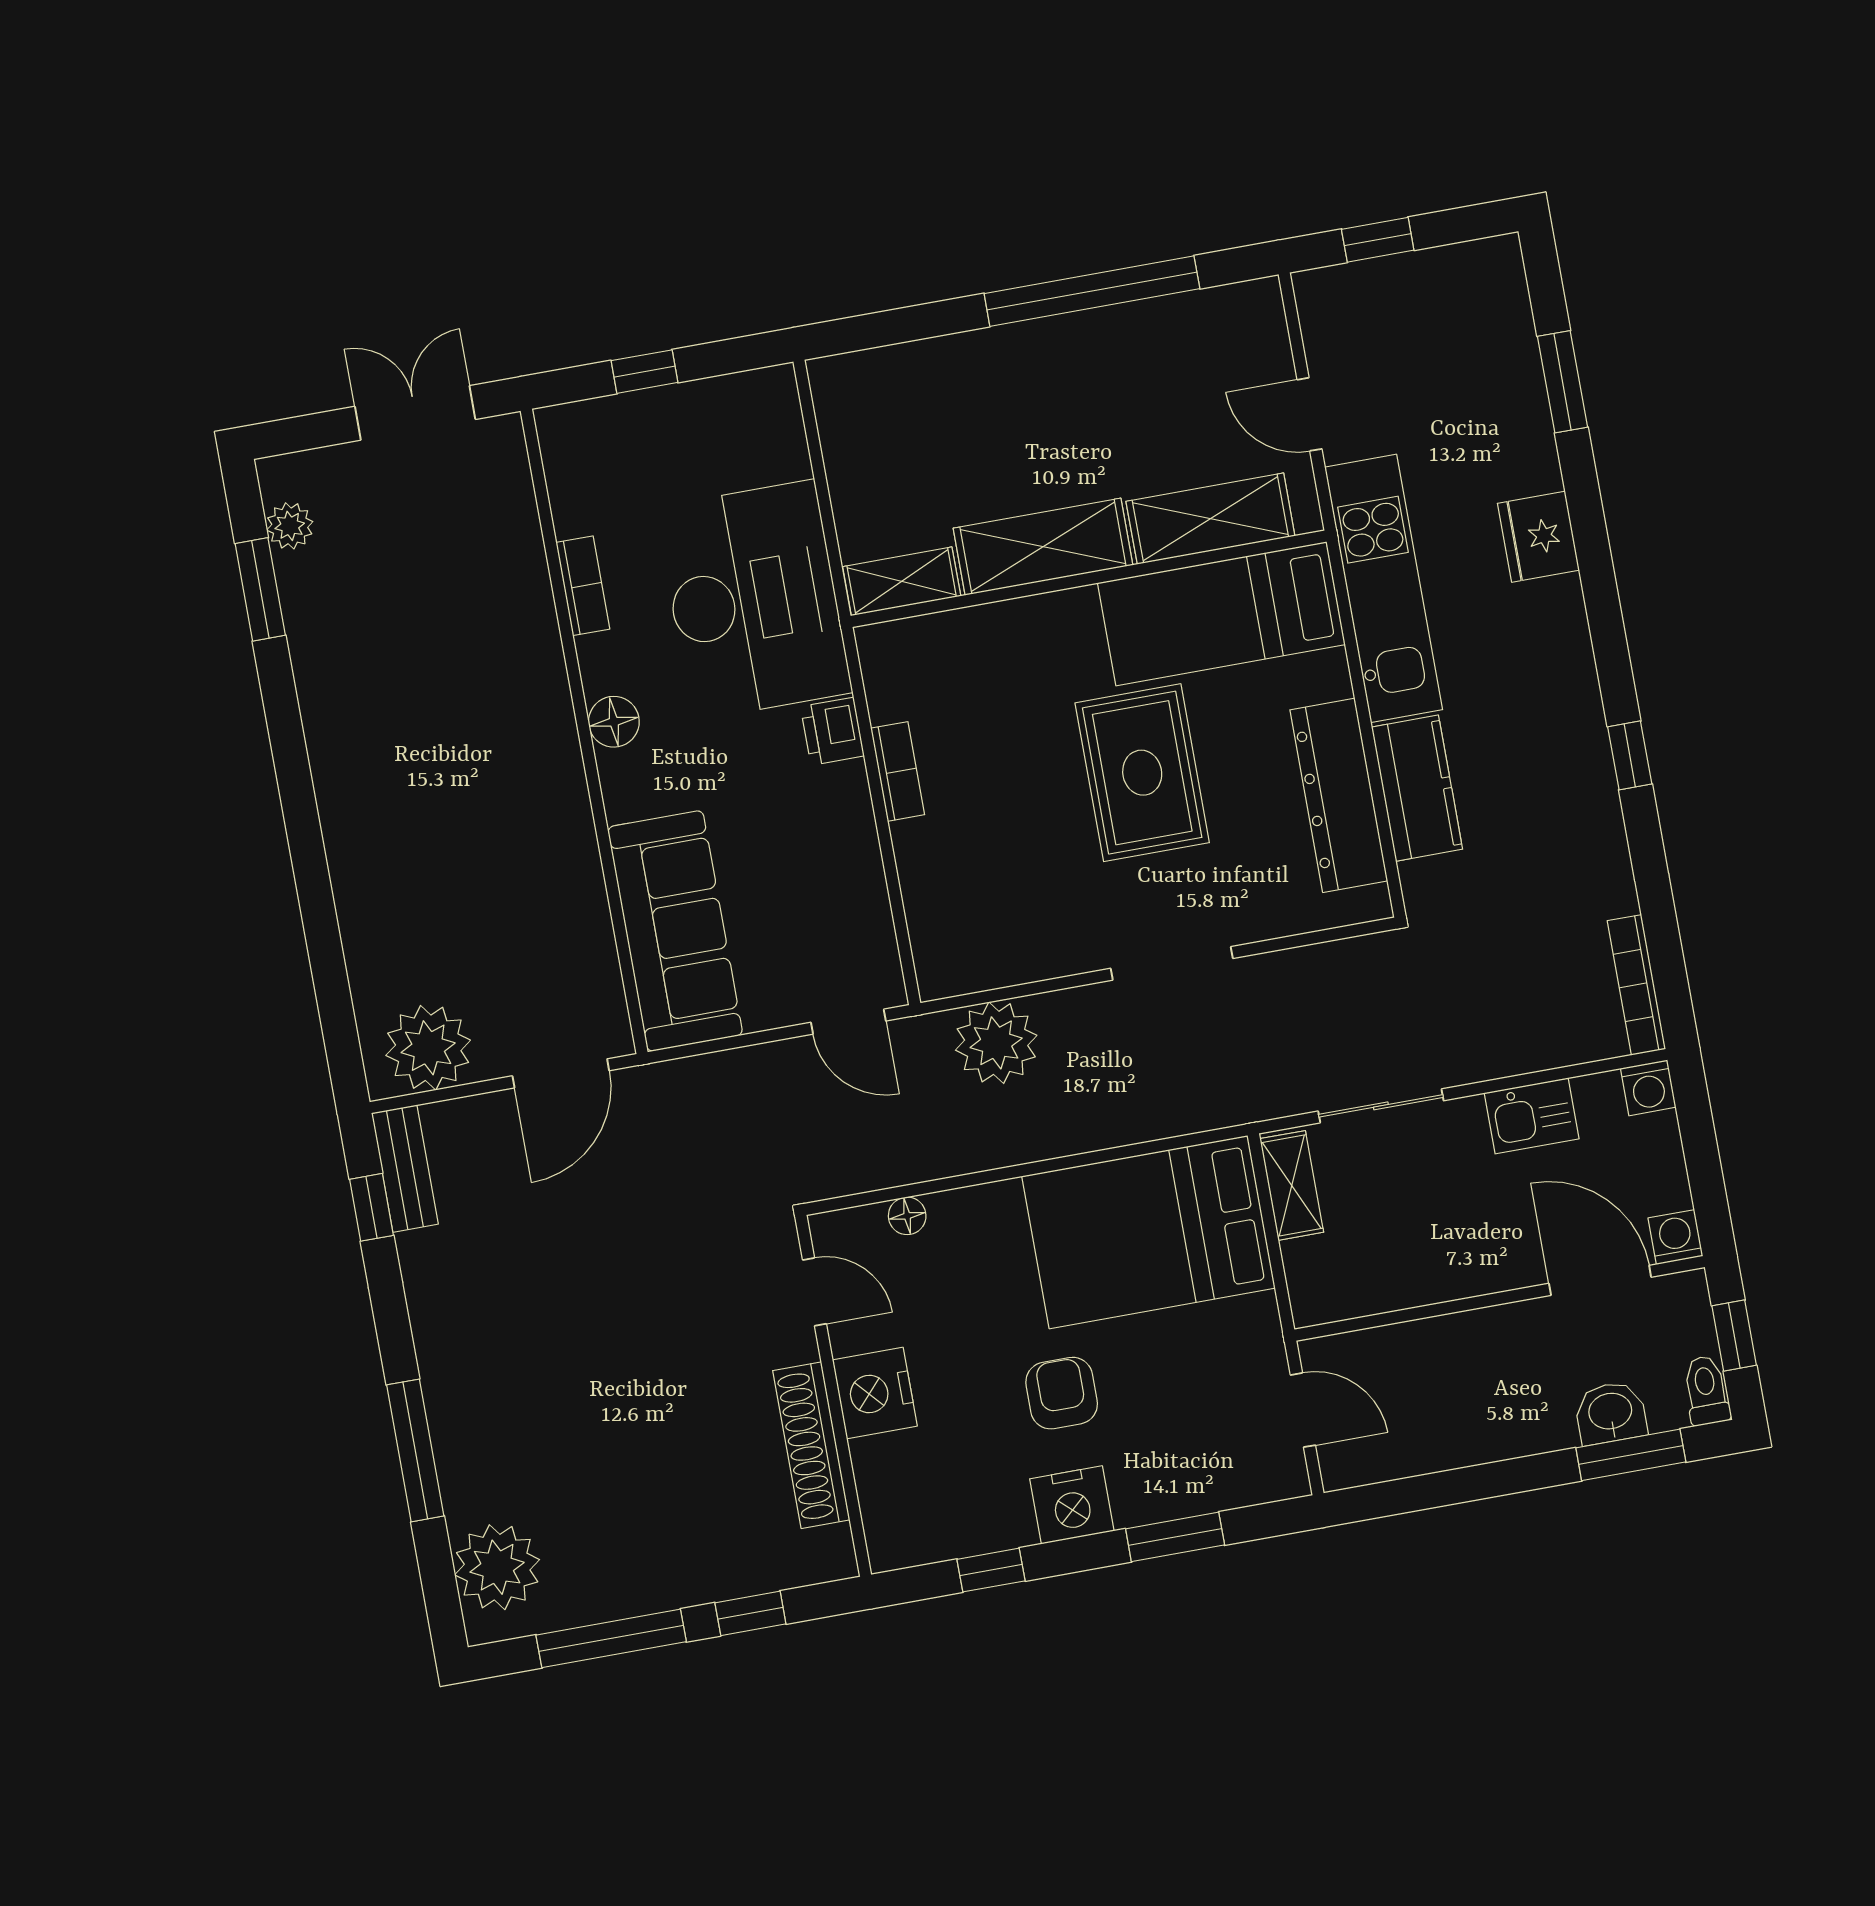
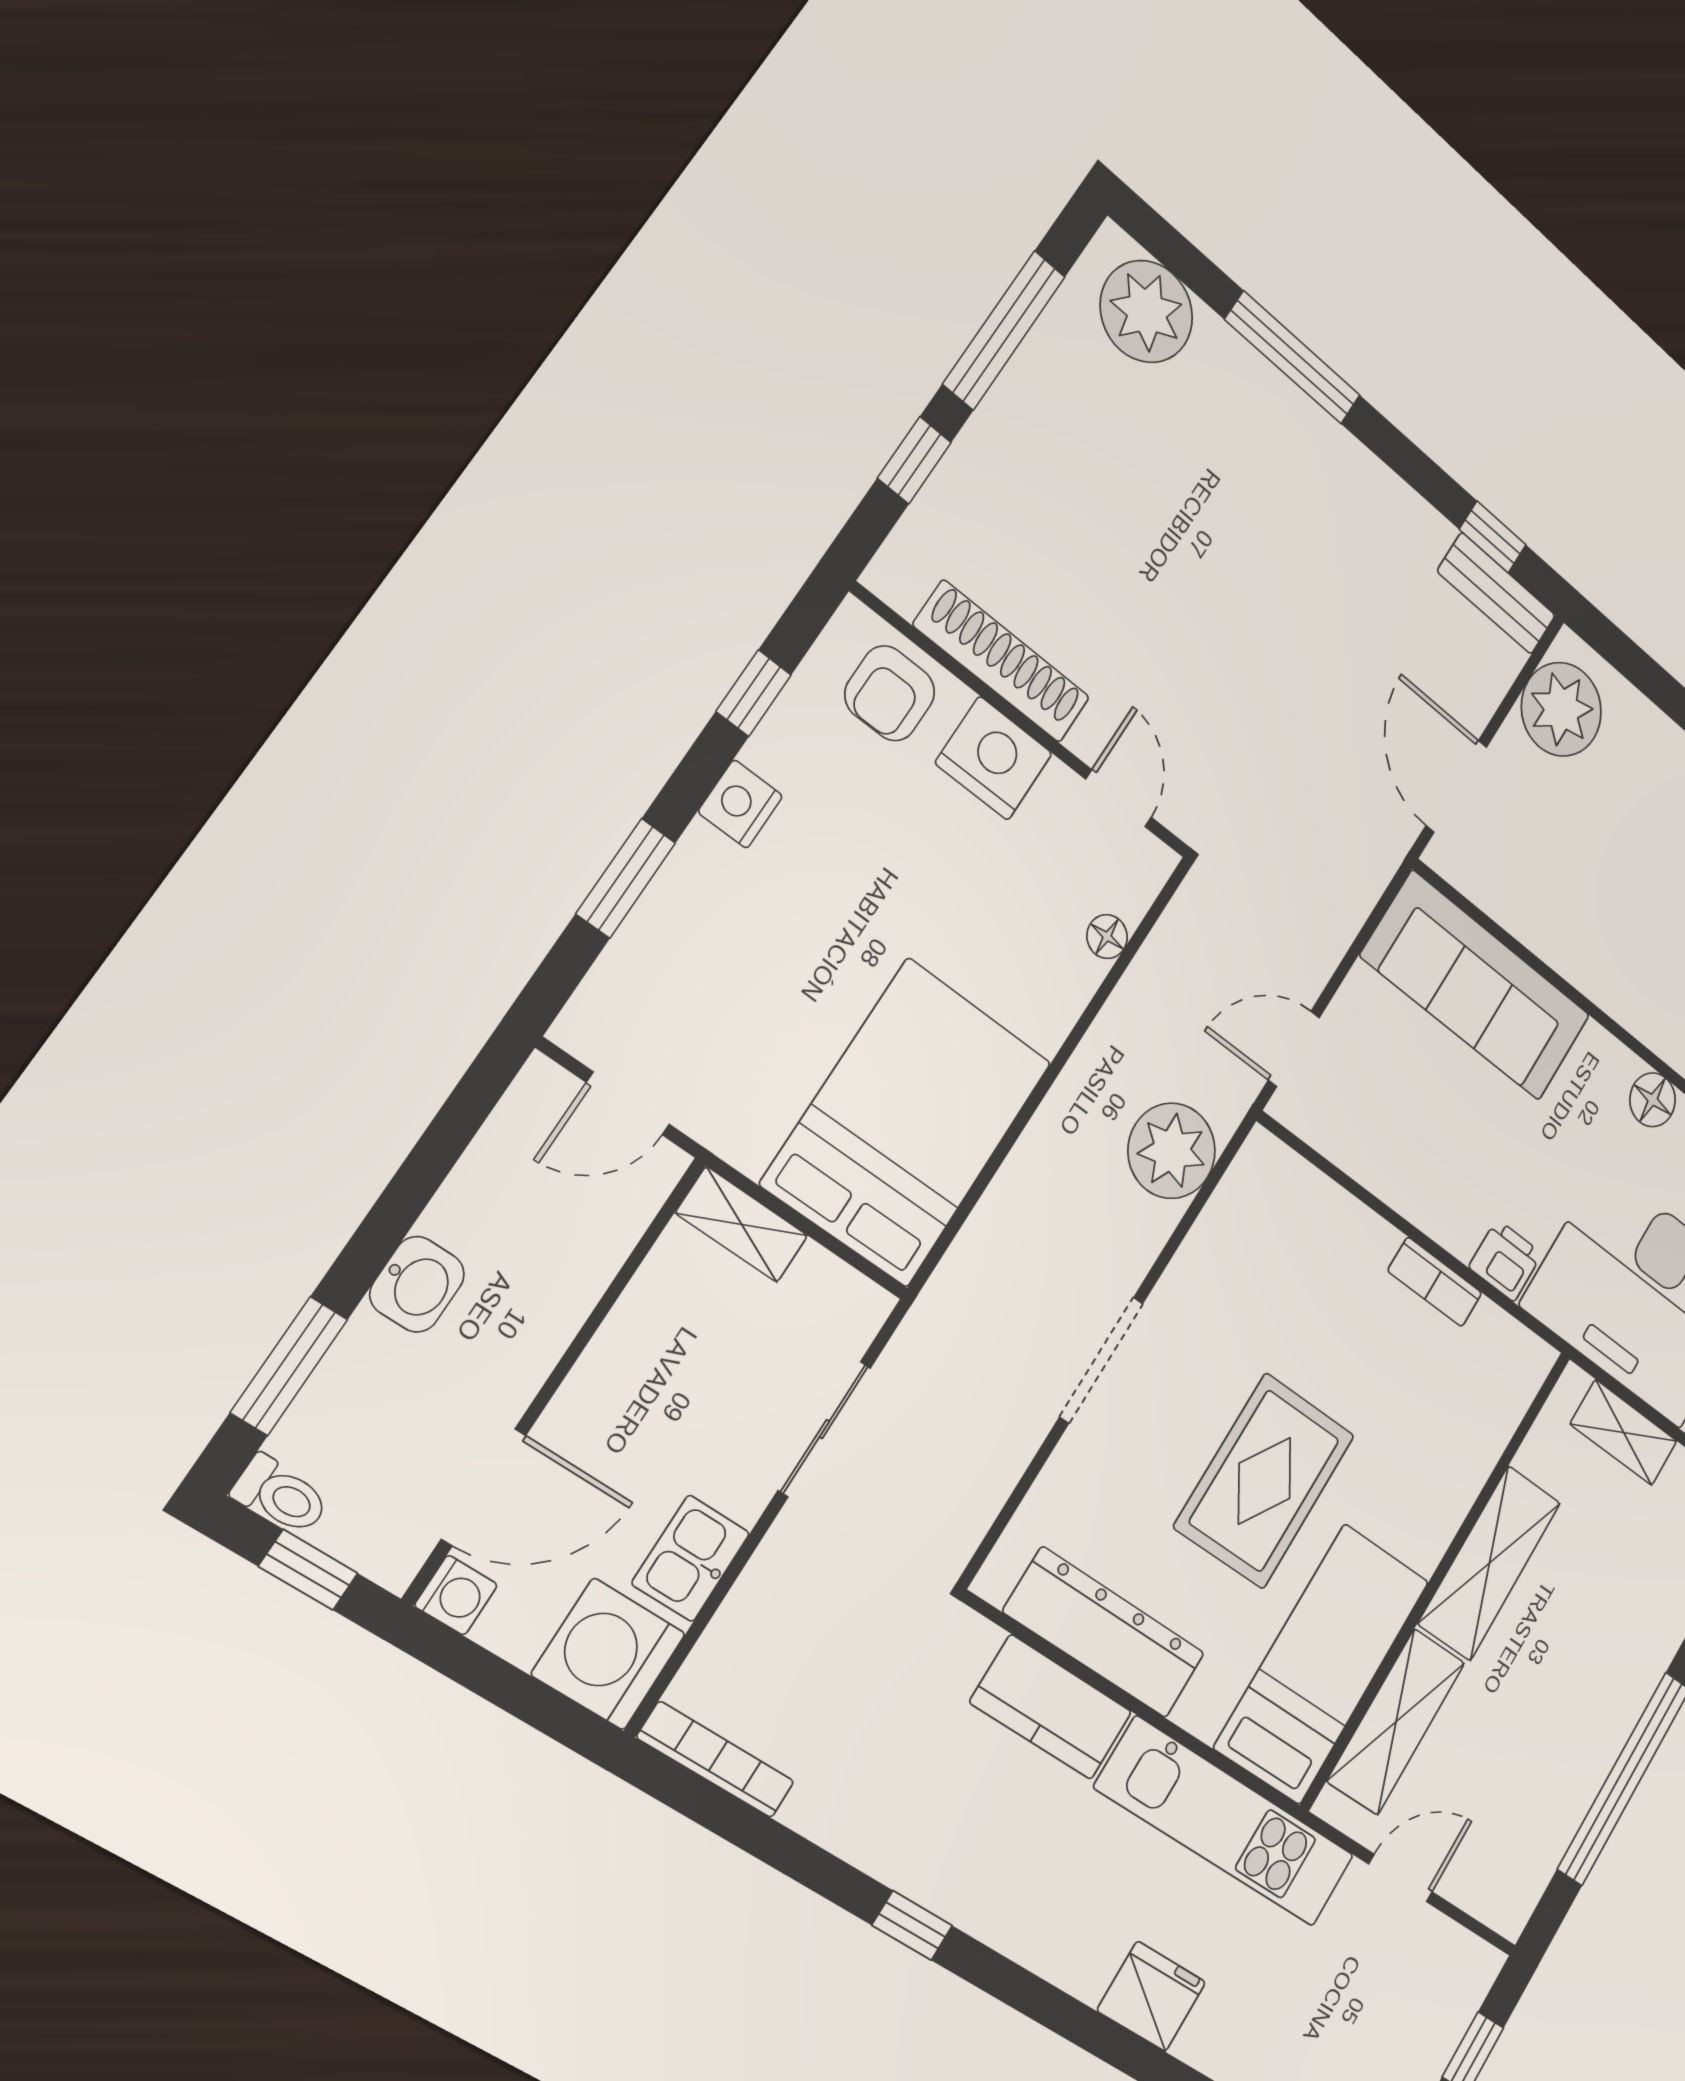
shelving: (902, 581) -> (1624, 1433), moved, turned 90
rug: (1142, 773) -> (1264, 1481), turned 90
washing machine: (1648, 1088) -> (609, 1654), width x1.89, depth x1.89
shelving: (1292, 1185) -> (742, 1224), moved
door: (814, 1292) -> (1119, 798), swing flipped
armchair: (1062, 1393) -> (890, 693), moved, turned 90
washbasin: (1610, 1413) -> (417, 1284), moved
nightstand: (1072, 1505) -> (740, 804), width x0.74, depth x0.75

